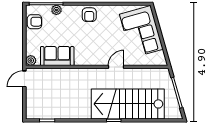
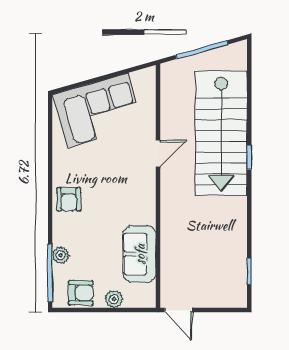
armchair: (89, 15) -> (69, 199), turned 90
armchair: (34, 22) -> (81, 293), turned 90
plant: (31, 61) -> (114, 299), moved
door: (116, 67) -> (158, 153), swing flipped

